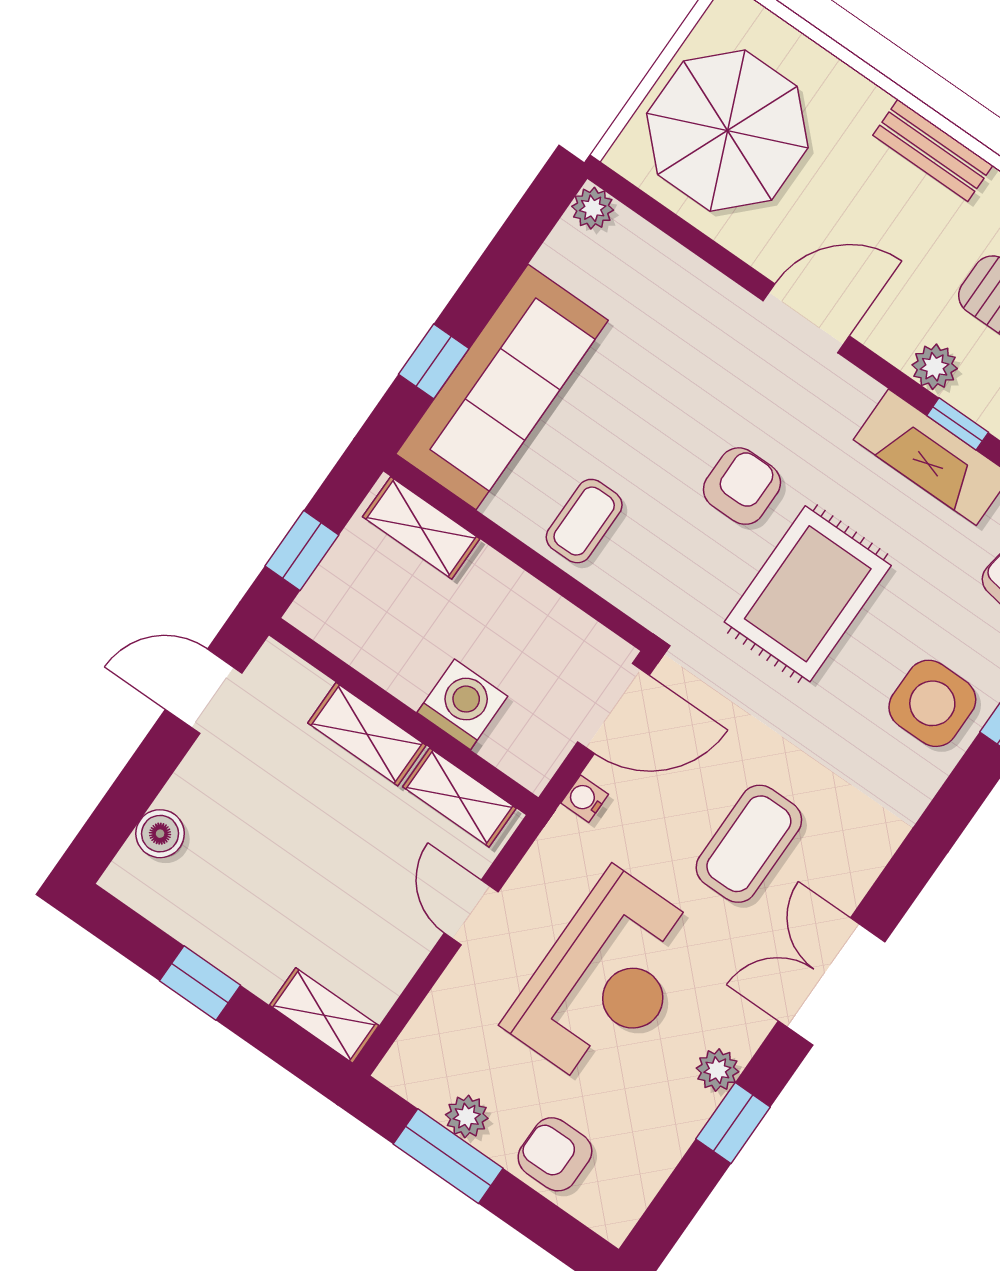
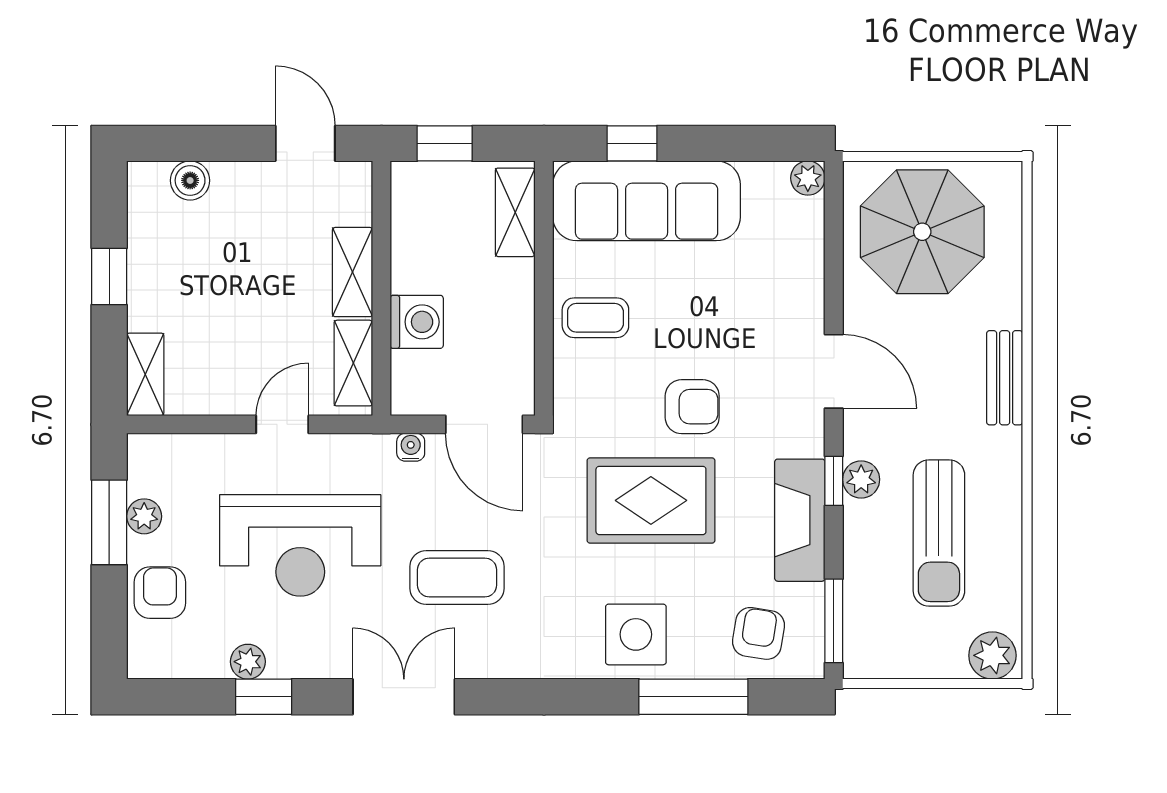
window: (958, 424) -> (834, 481), moved
plant: (717, 1070) -> (248, 662), moved

